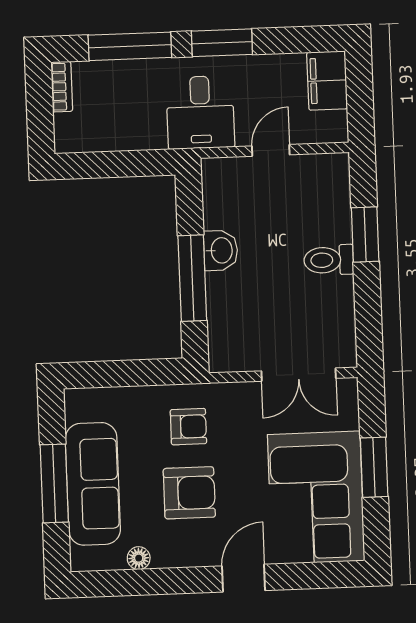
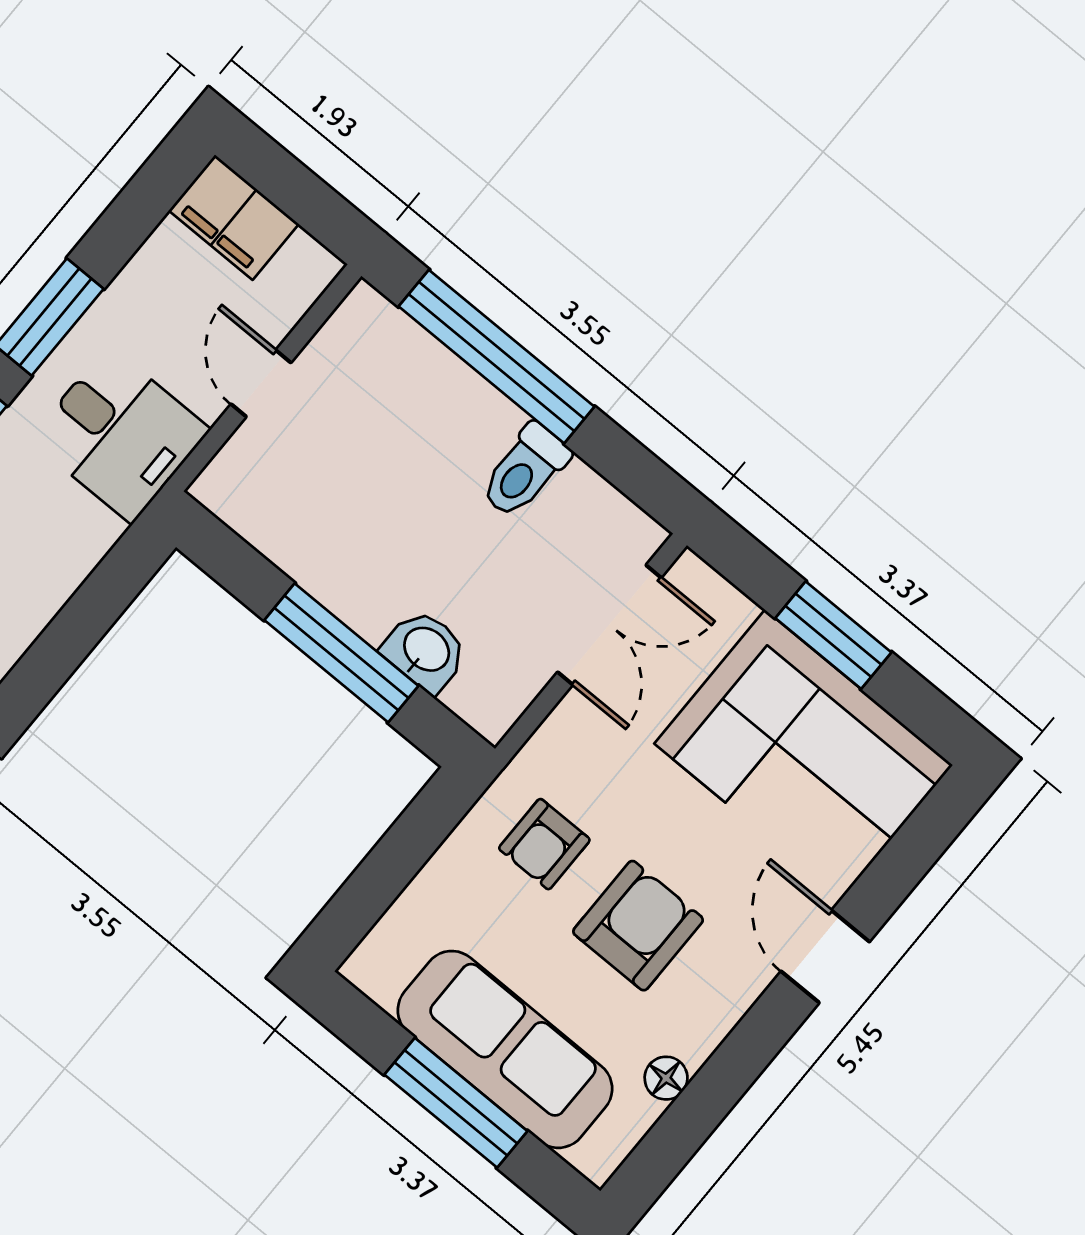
window: (365, 234) -> (497, 357), width x2.11
washbasin: (221, 250) -> (425, 651), moved
toilet: (329, 260) -> (525, 471), moved
armchair: (188, 427) -> (544, 844), turned 180

